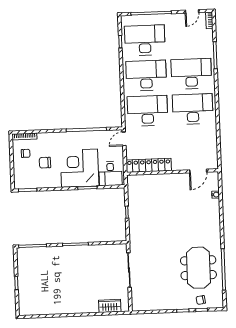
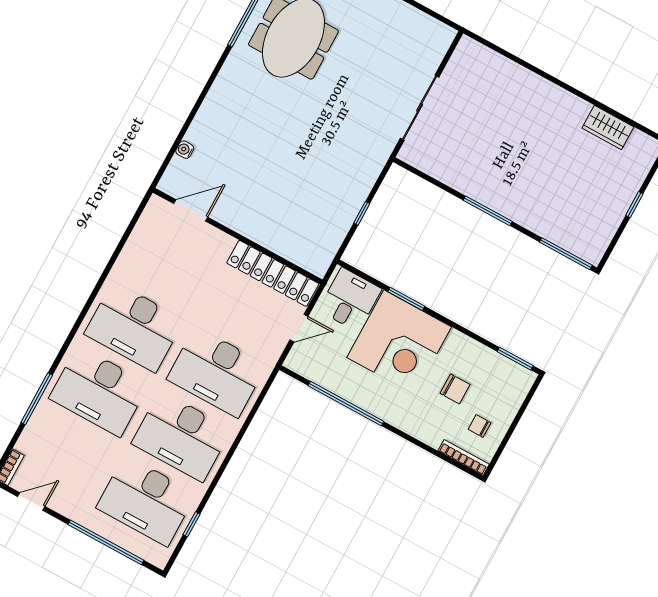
door: (124, 139) -> (299, 328), moved
wardrobe: (110, 306) -> (608, 127), moved

